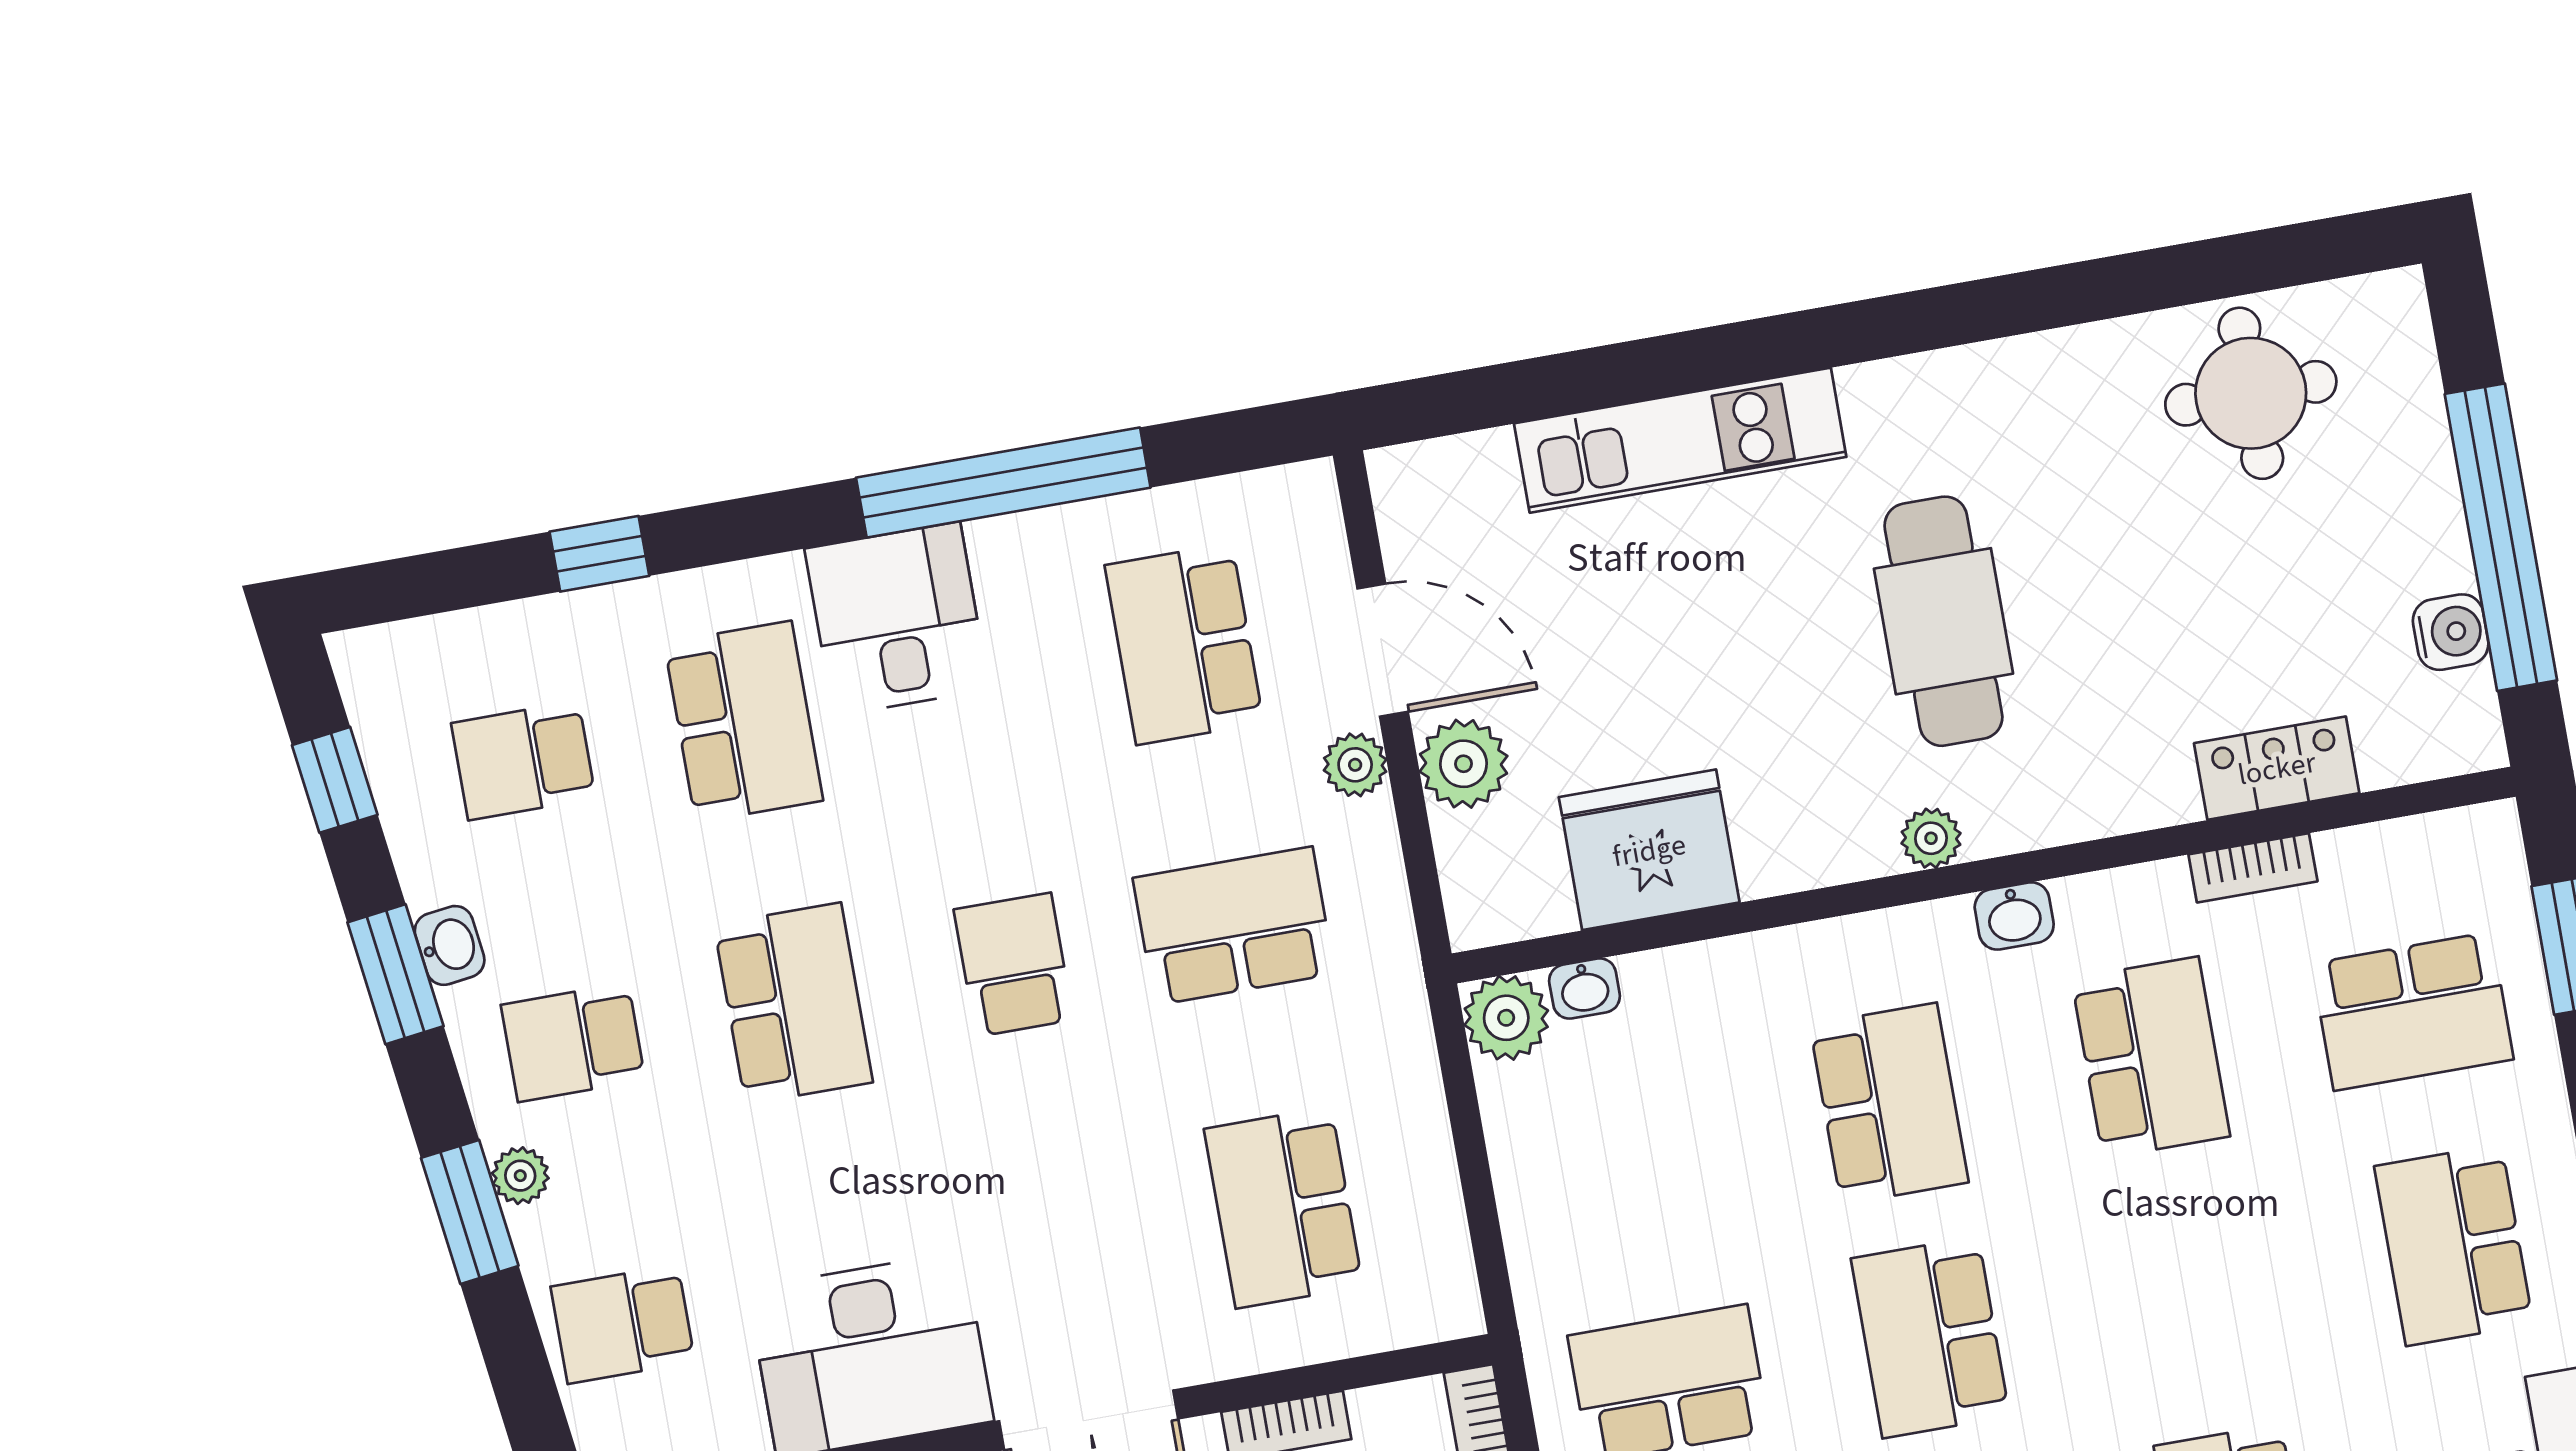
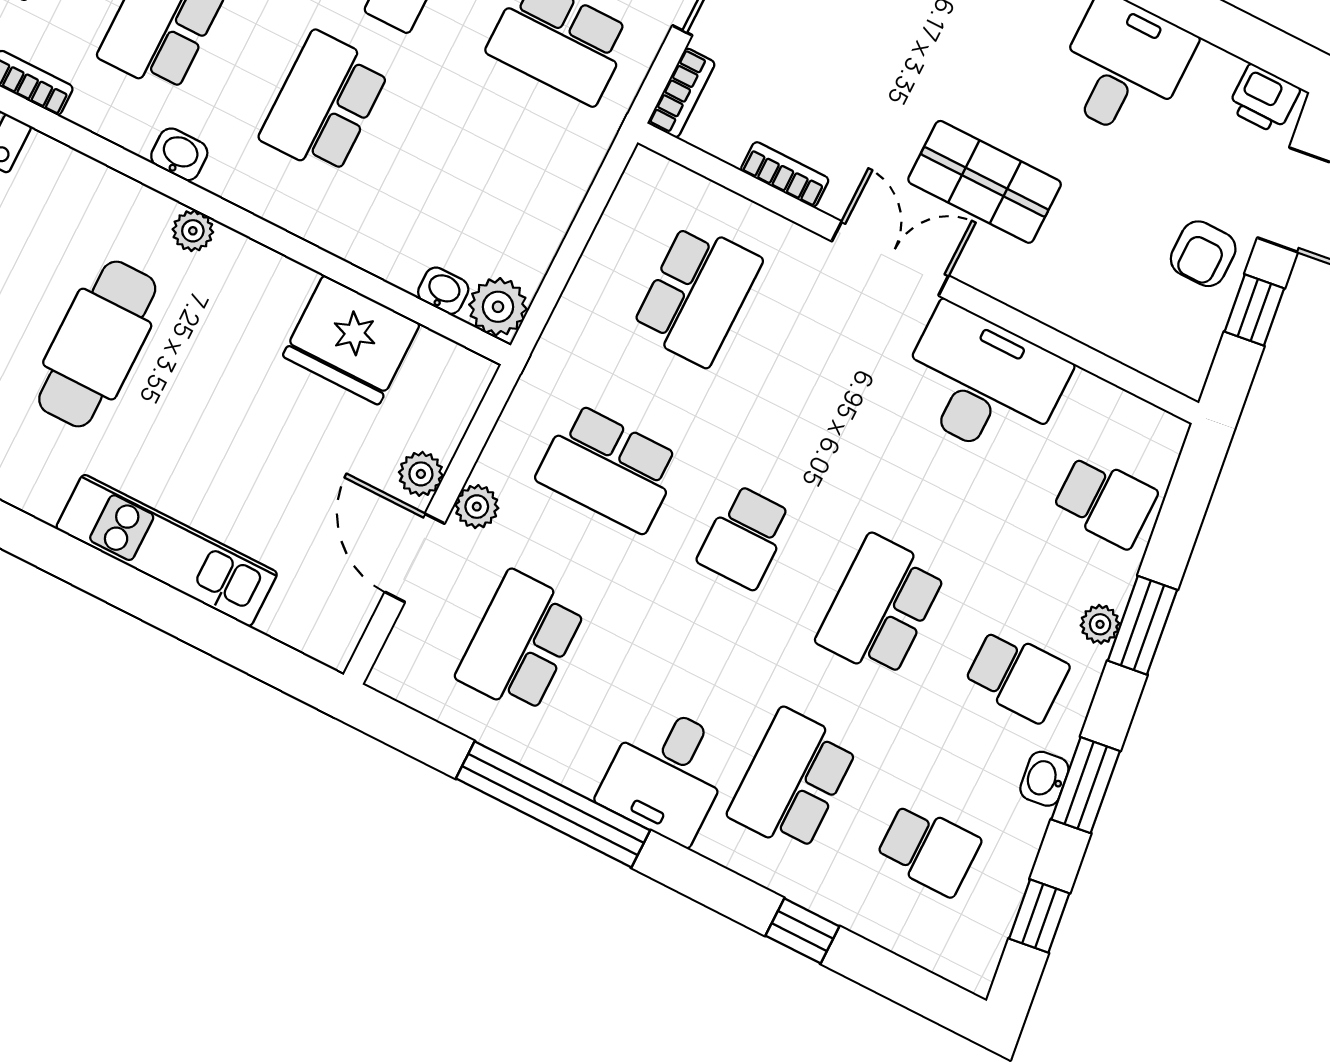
school desk: (1184, 644) -> (521, 642), turned 180
plant: (1464, 764) -> (421, 474), width x0.73, depth x0.73

